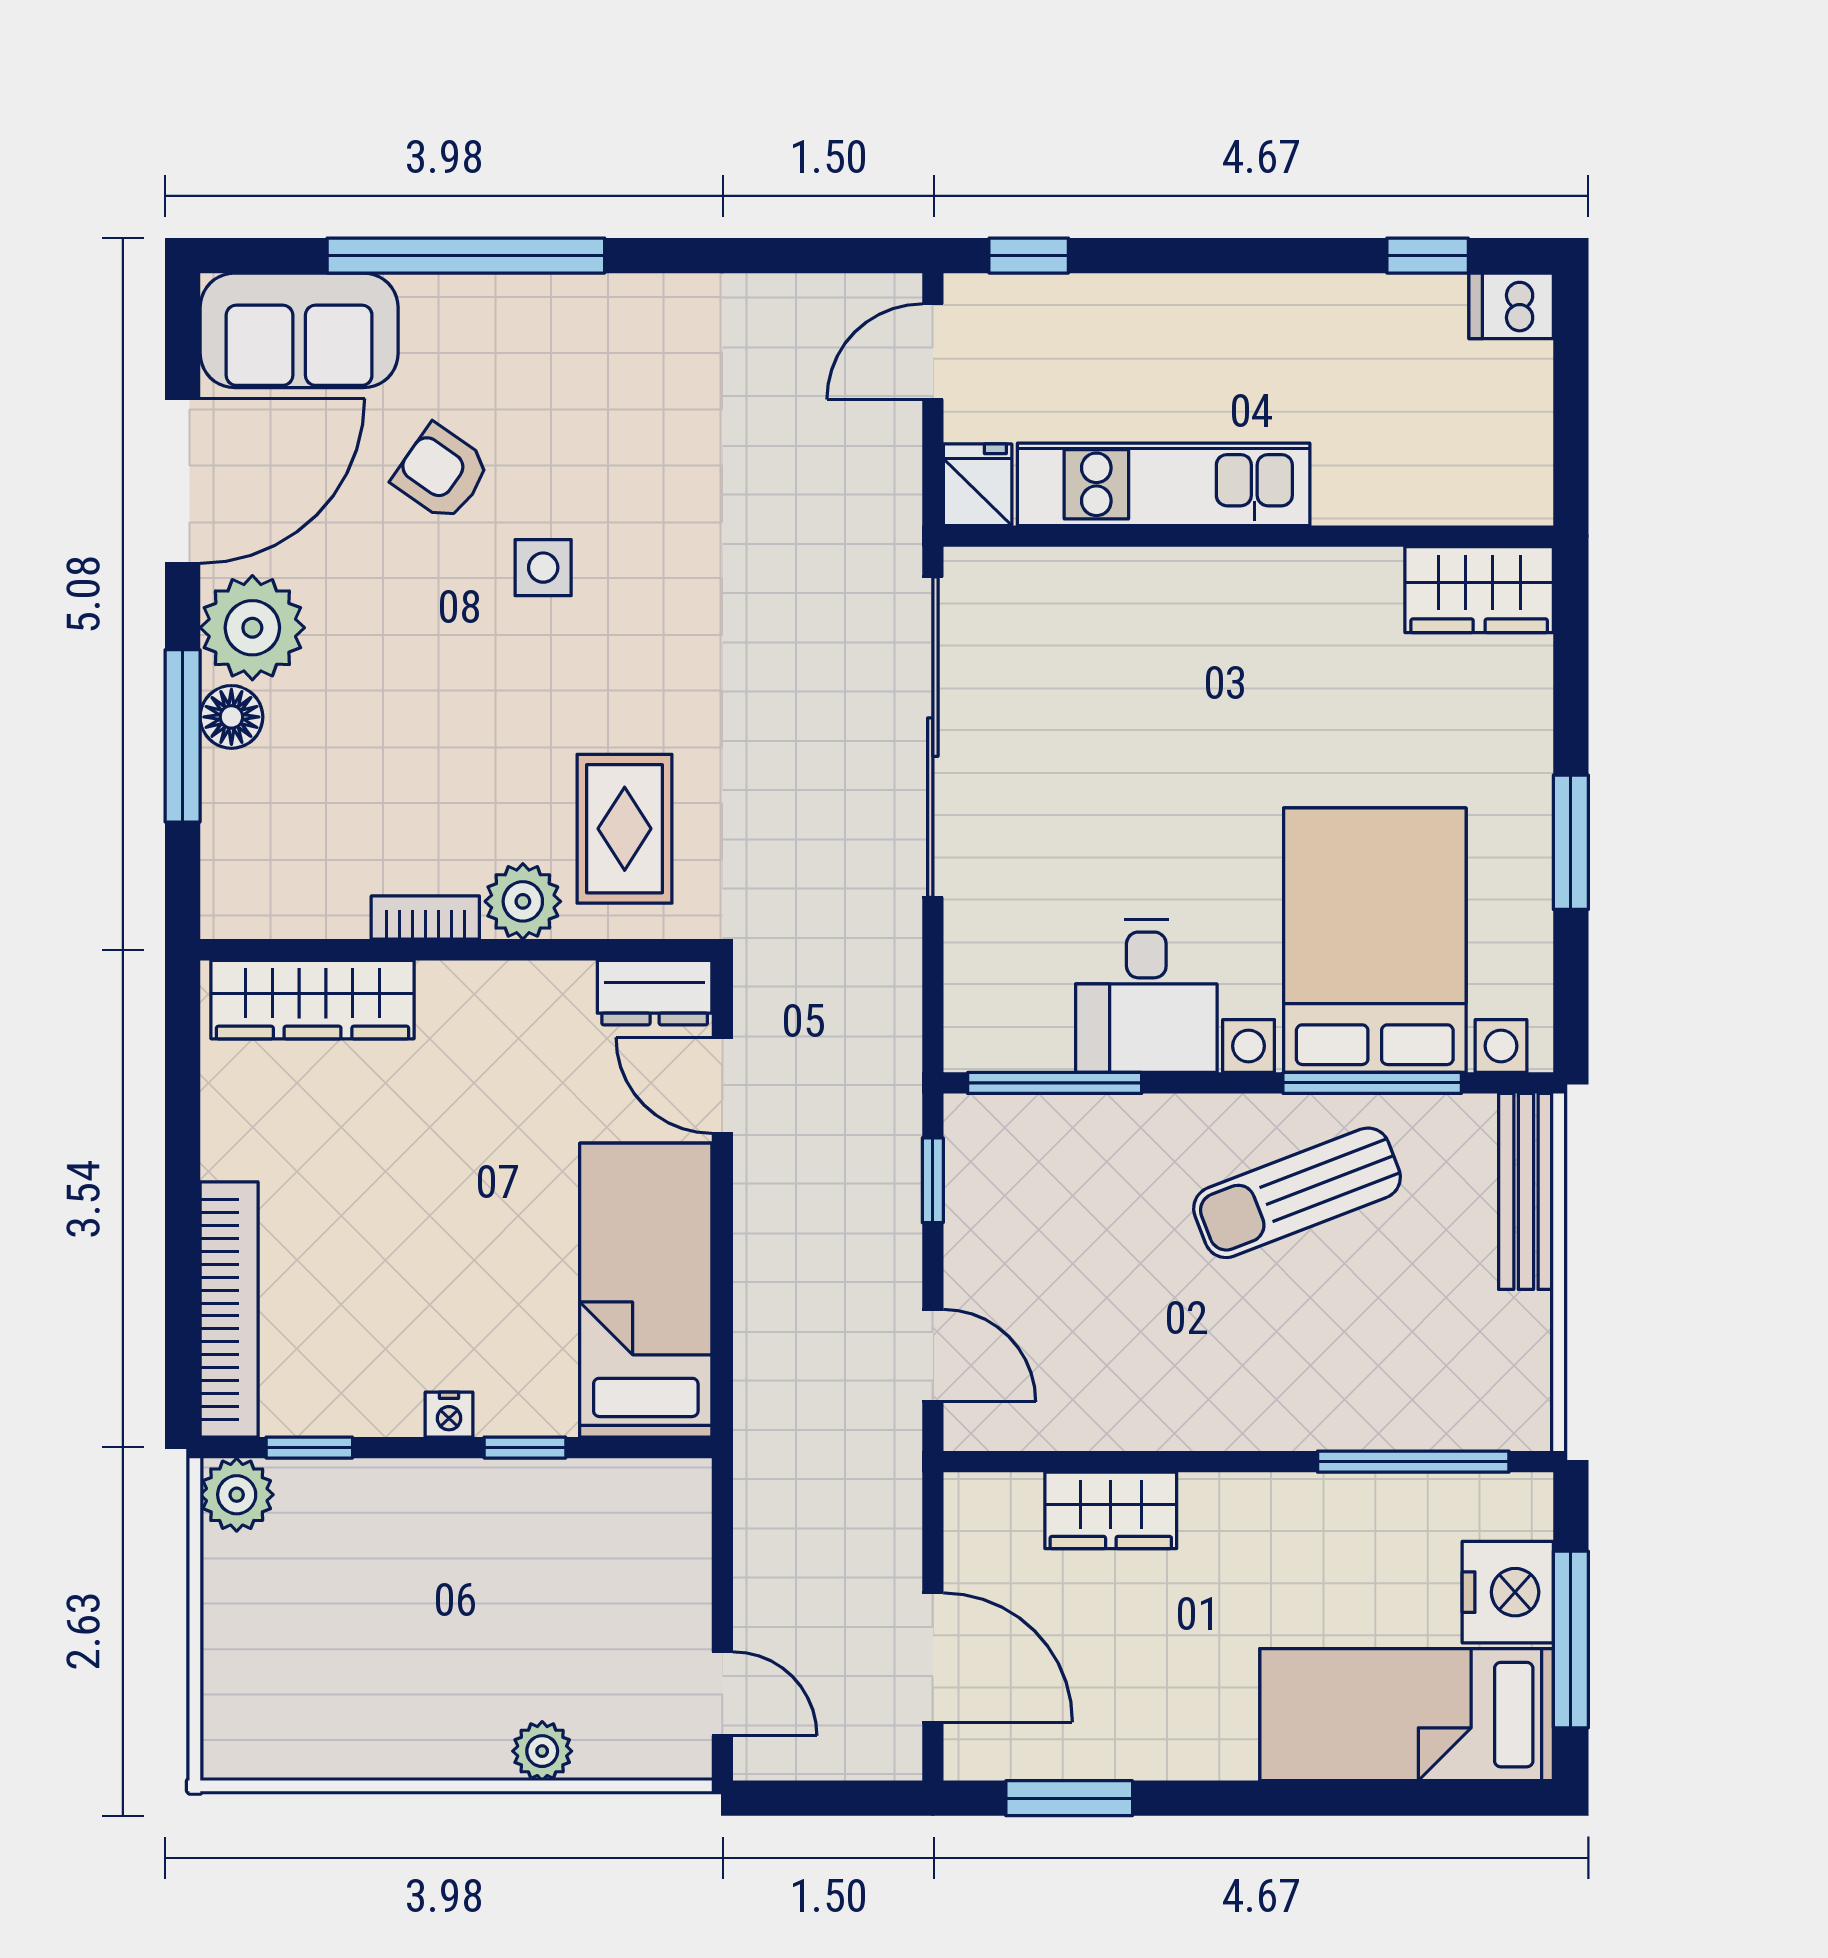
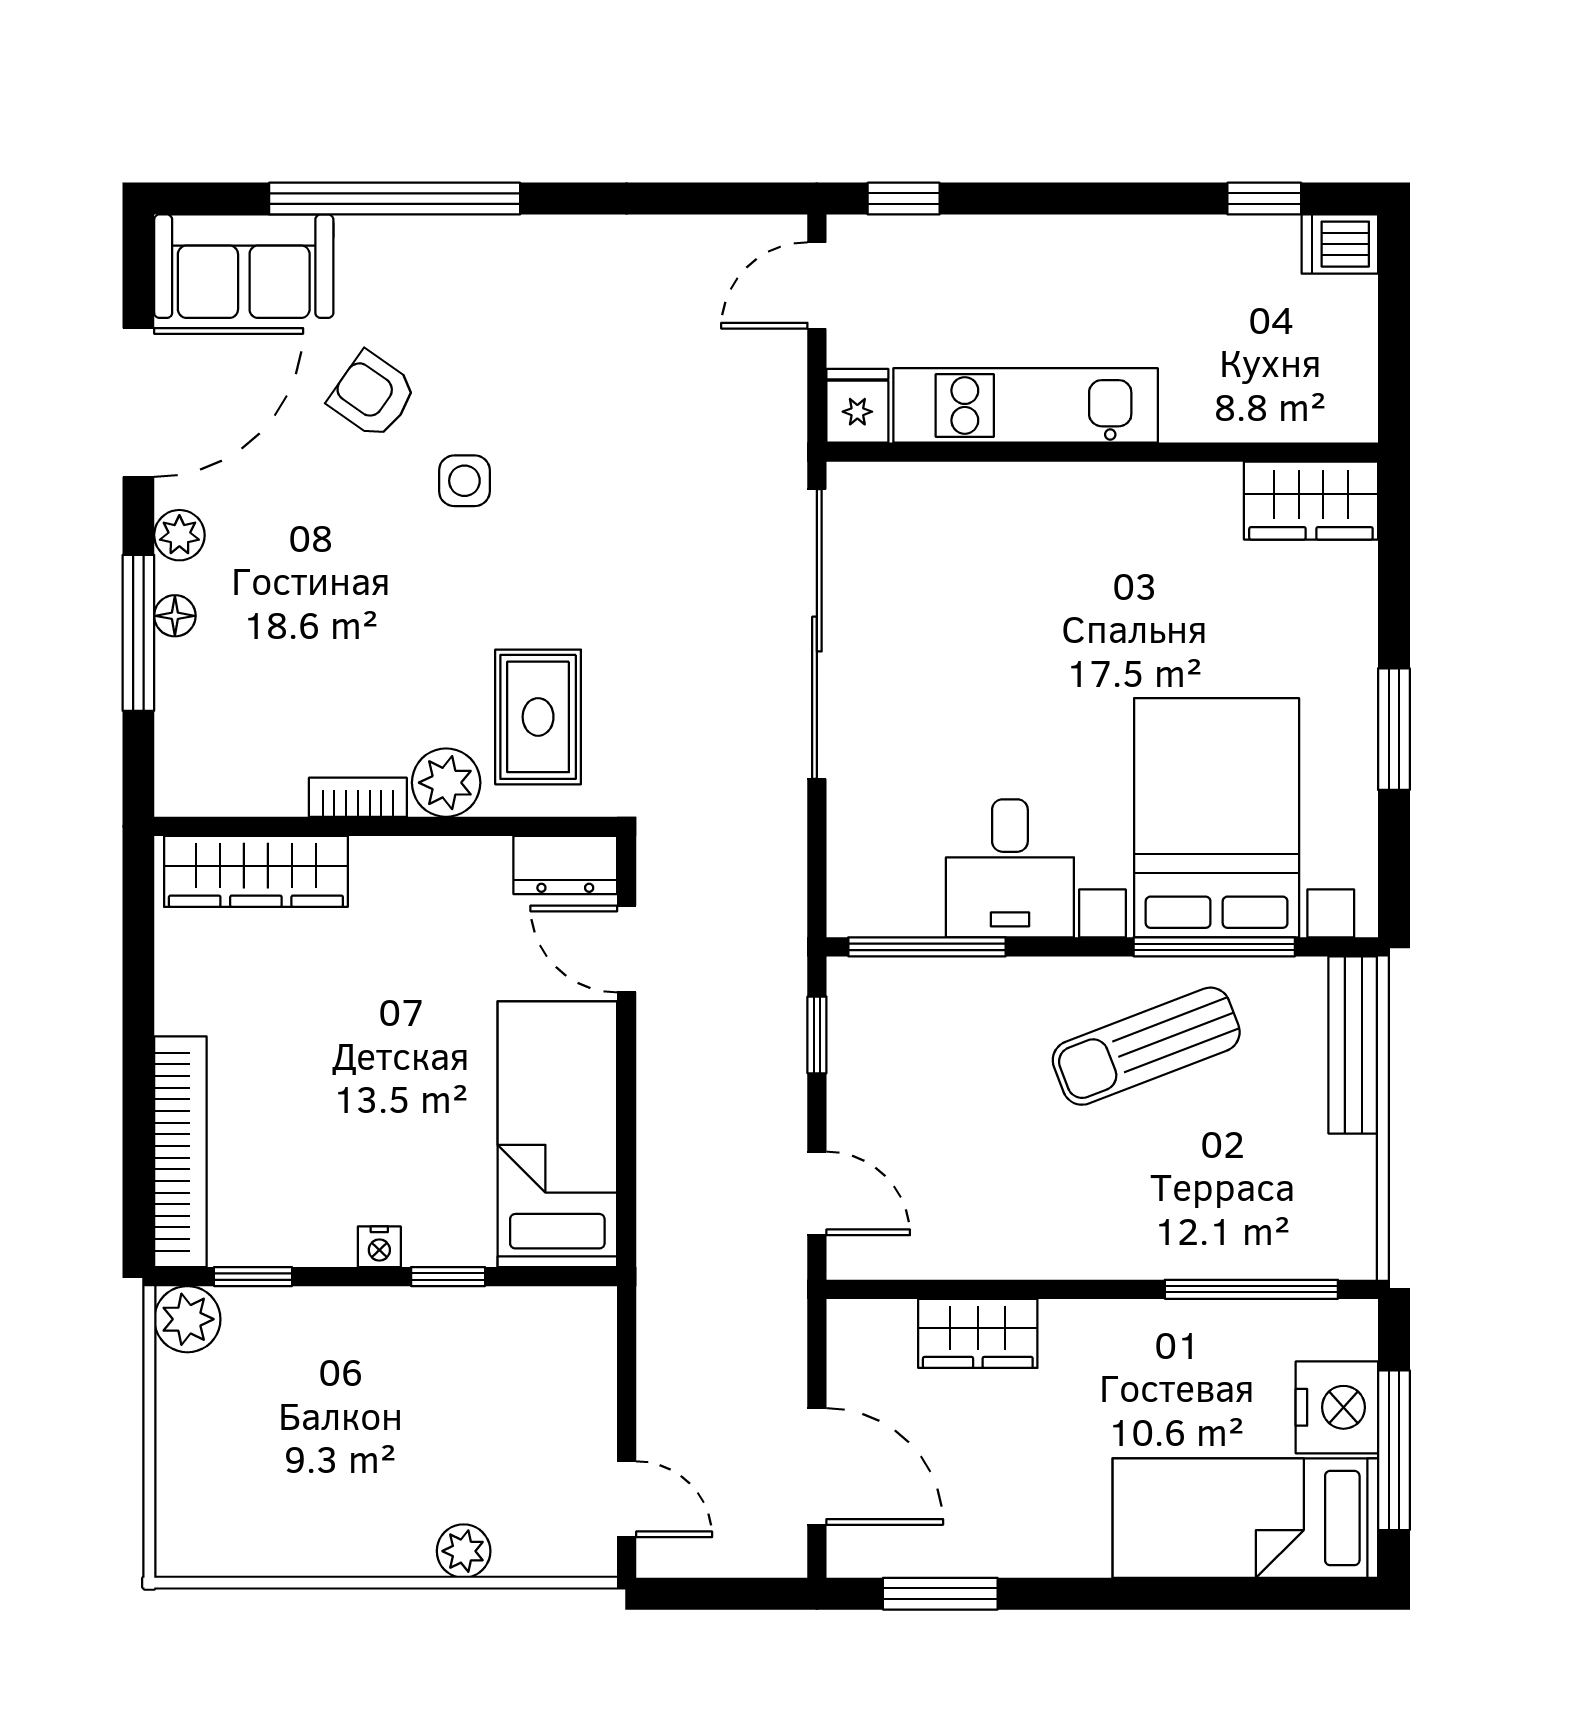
plant: (252, 628) -> (179, 535), width x0.53, depth x0.53
floor lamp: (231, 717) -> (175, 616), width x0.73, depth x0.73

